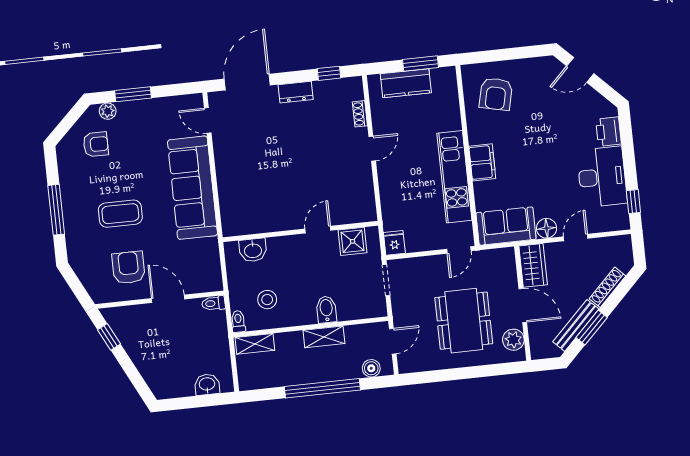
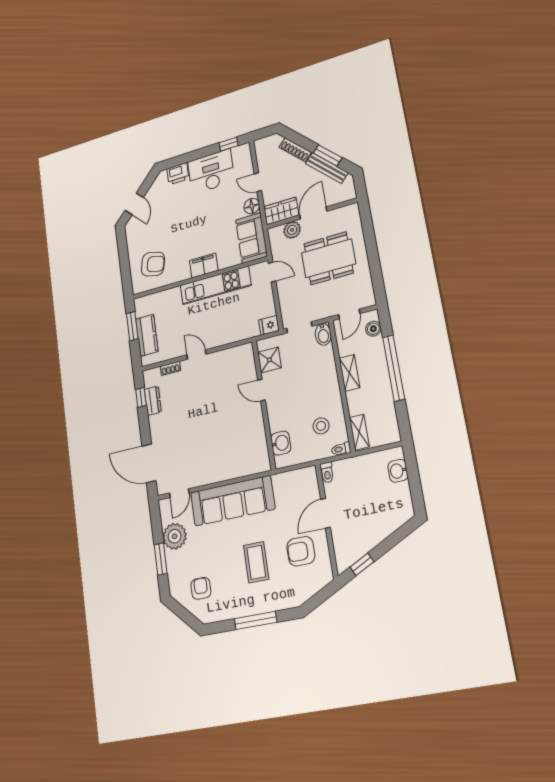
dresser: (296, 92) -> (153, 401), moved
plant: (108, 111) -> (175, 536), moved, width x1.88, depth x1.88
bidet: (326, 310) -> (323, 334), moved, turned -90
plant: (513, 340) -> (292, 230), moved
door: (393, 341) -> (349, 314), swing flipped

